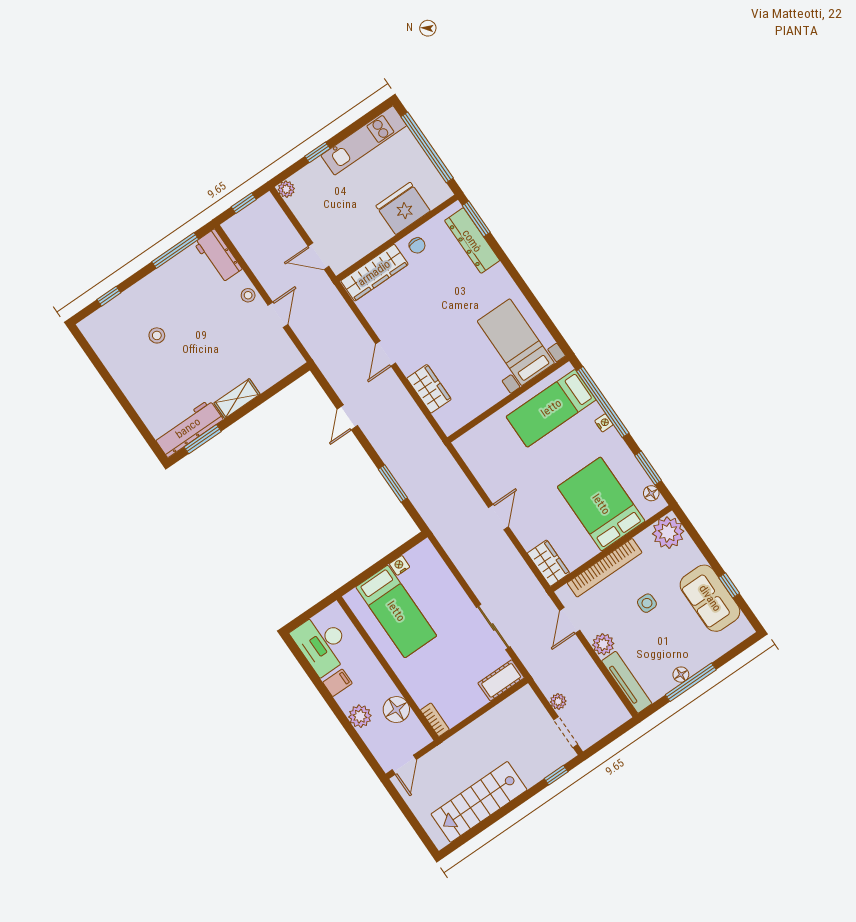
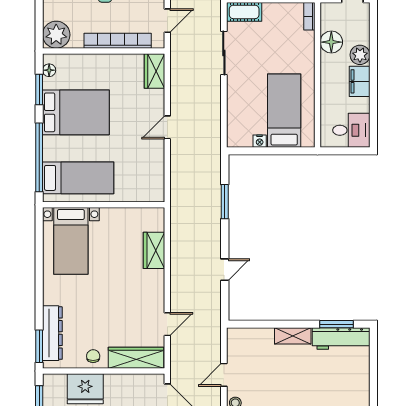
door: (386, 354) -> (167, 324), moved
nightstand: (604, 423) -> (48, 142), removed
bed: (601, 504) -> (76, 112), moved, turned -90
desk: (322, 644) -> (351, 130), width x0.73
filing cabinet: (337, 683) -> (360, 81), width x2.00

